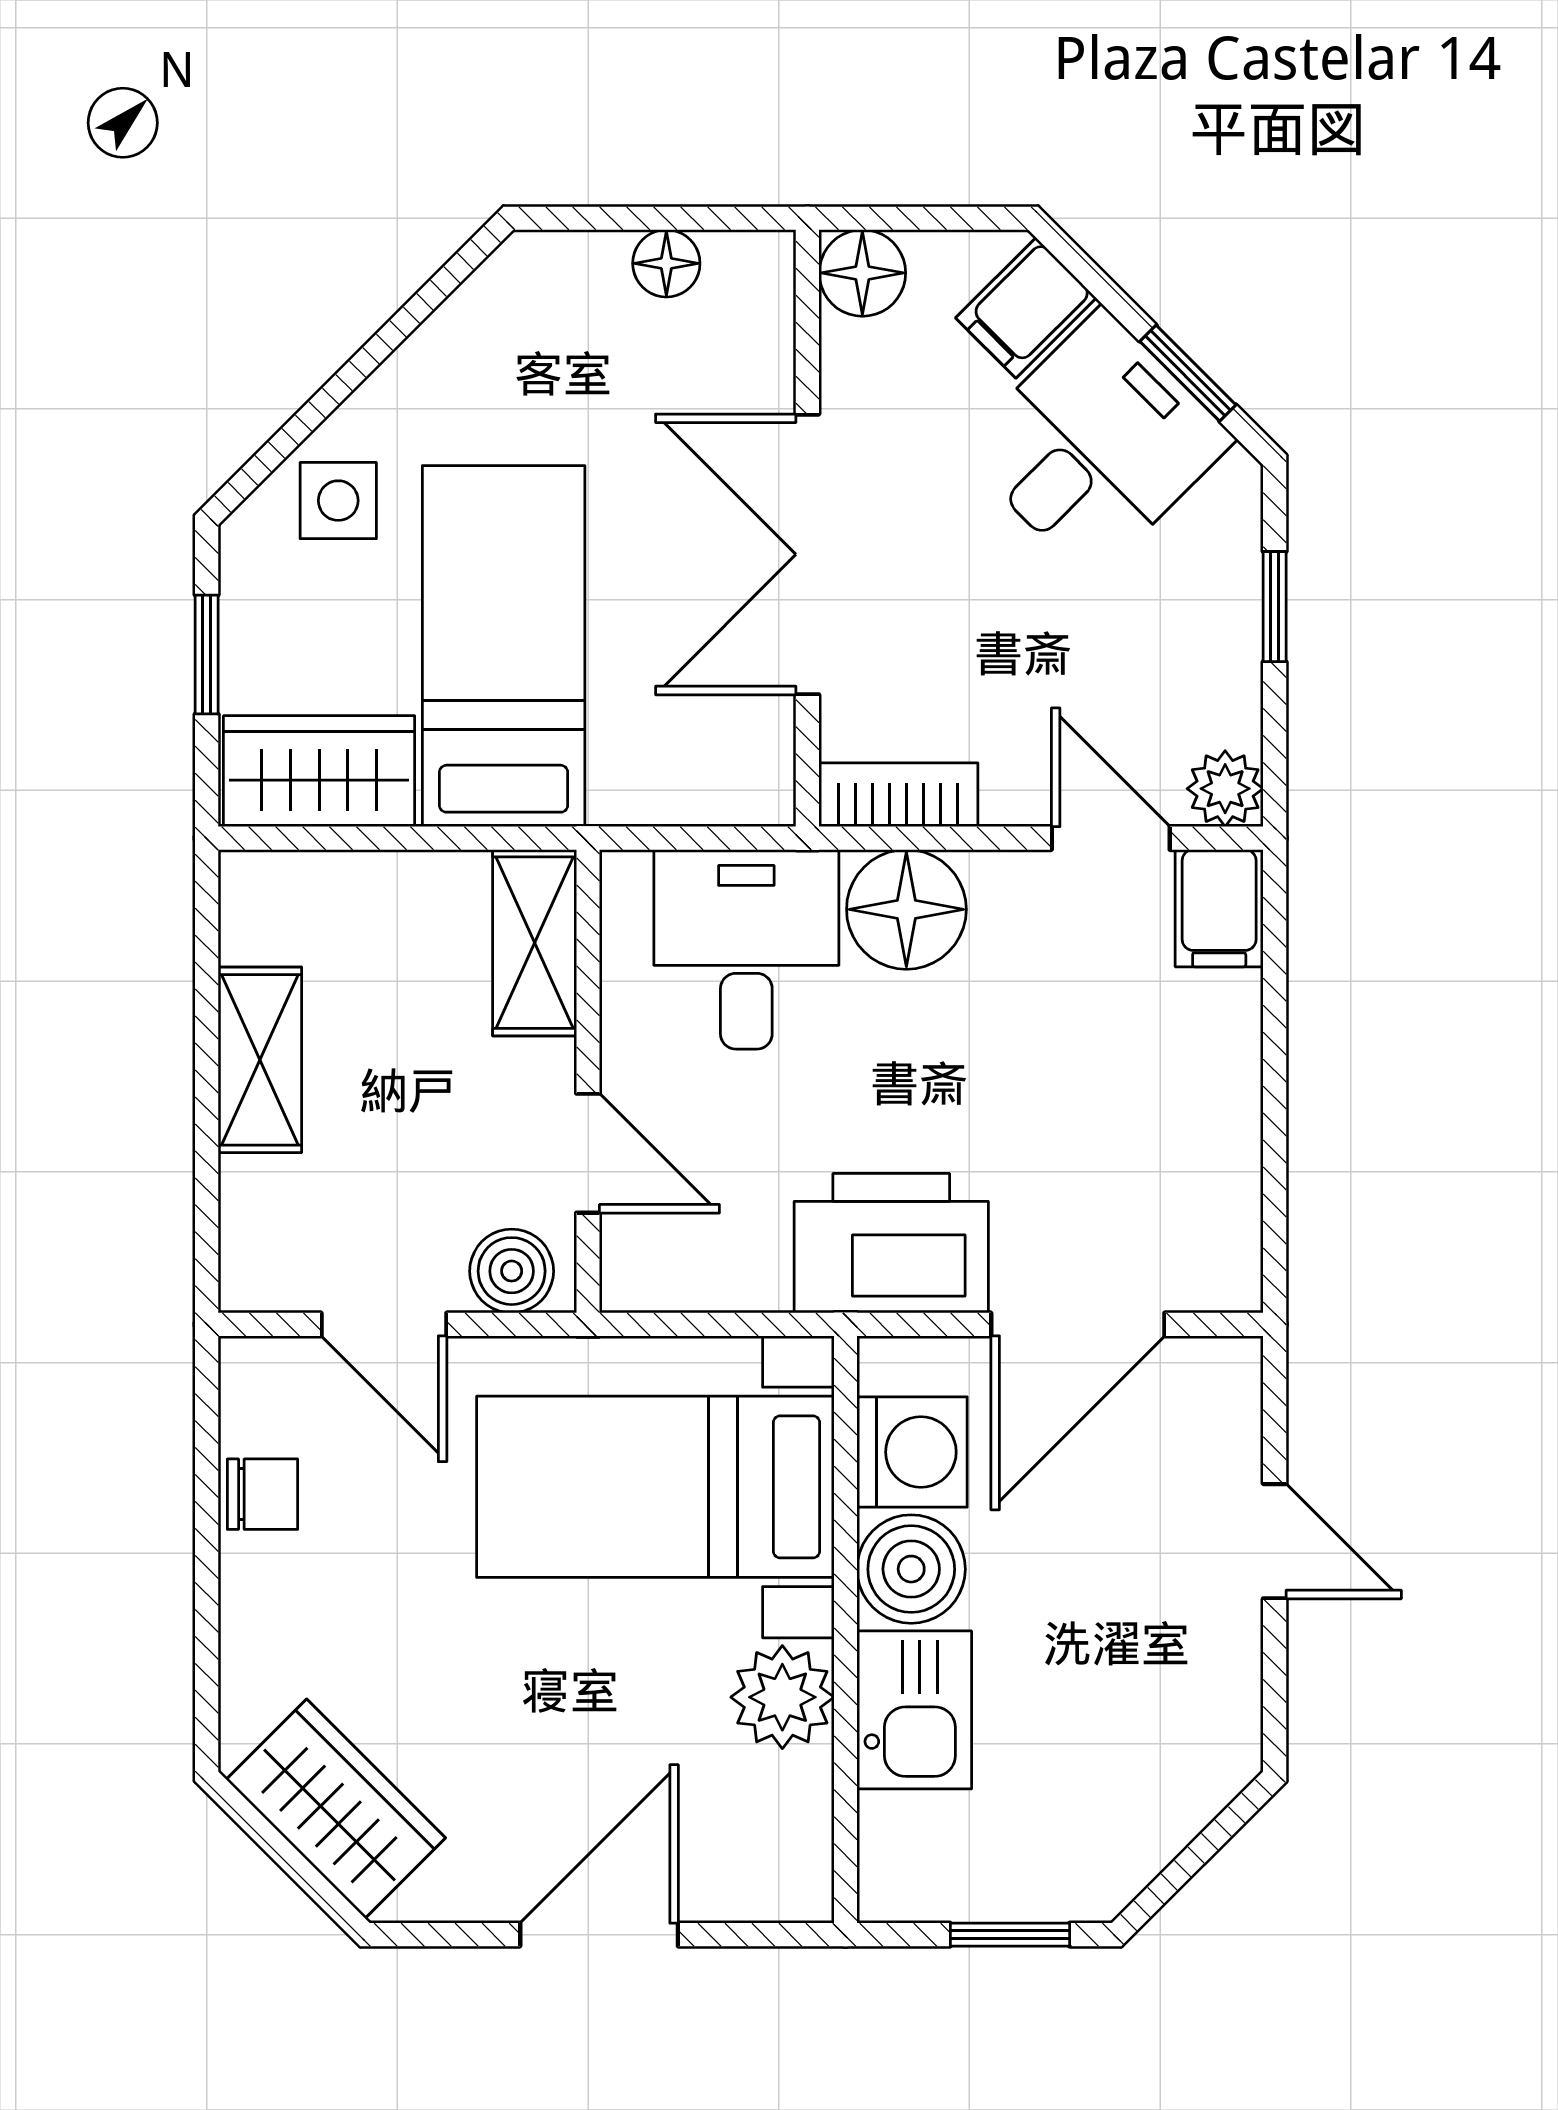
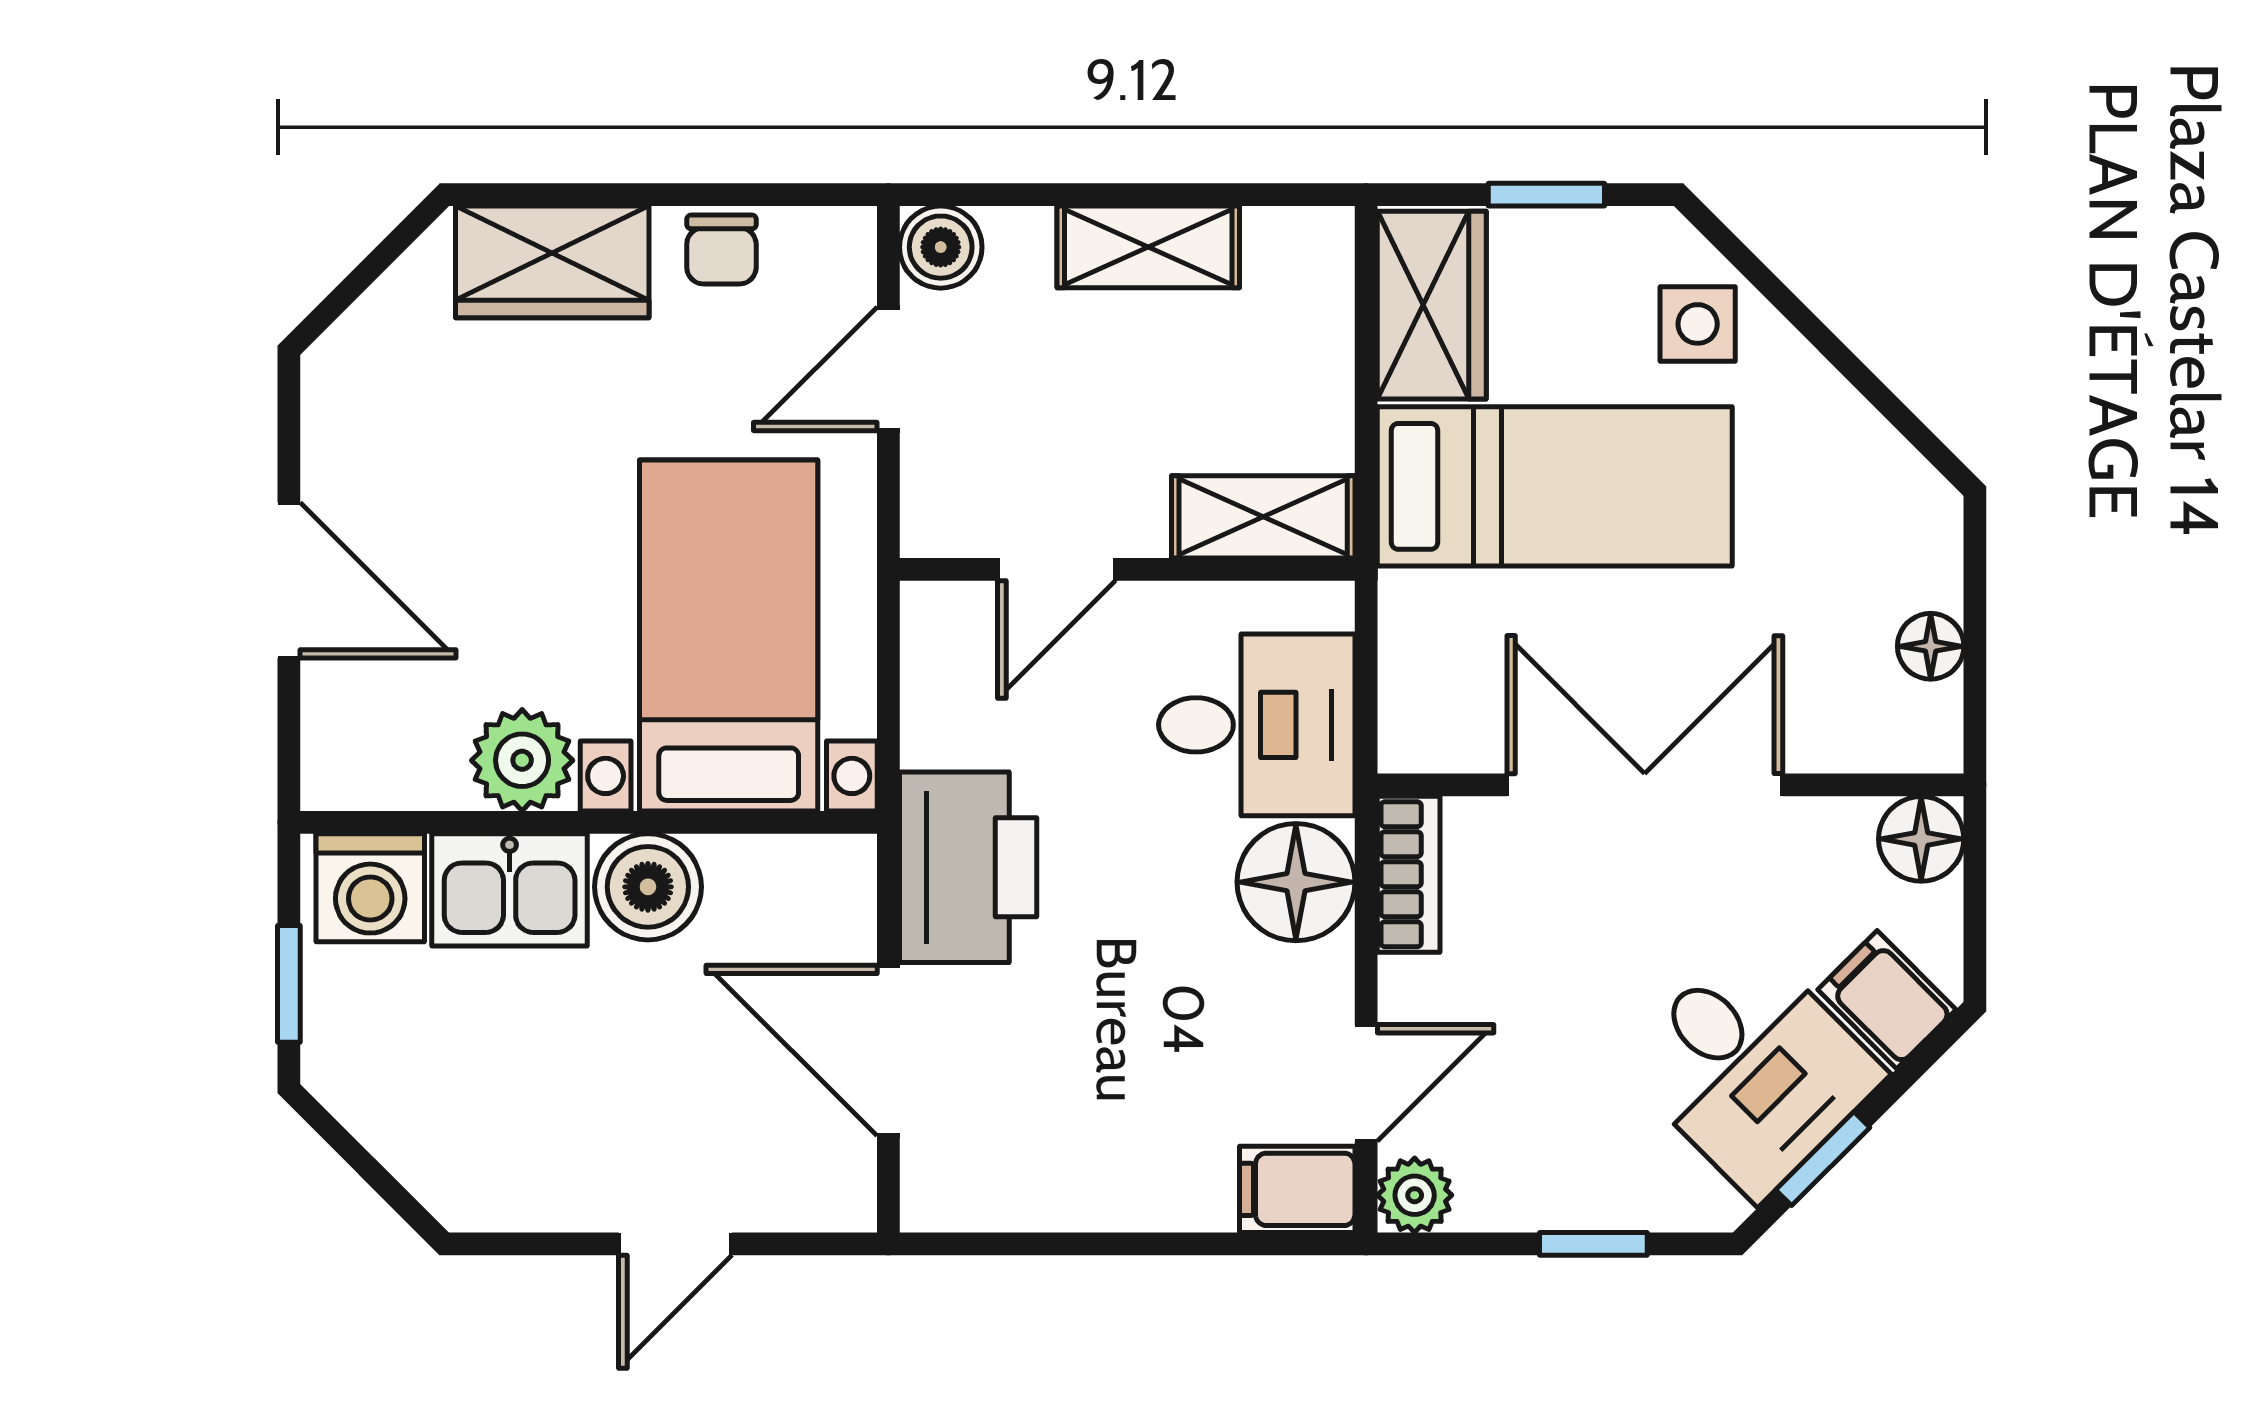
boiler: (512, 1271) -> (941, 247), moved
washing machine: (912, 1452) -> (370, 888), moved
wardrobe: (336, 1809) -> (552, 262), moved, turned 45

